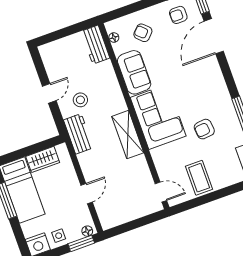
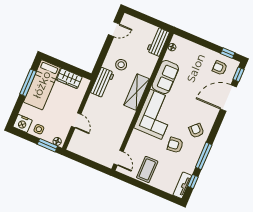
armchair: (143, 33) -> (196, 131), moved
door: (49, 93) -> (114, 29), moved
shelving: (128, 135) -> (137, 92), moved
door: (87, 194) -> (76, 120), hinge flipped

